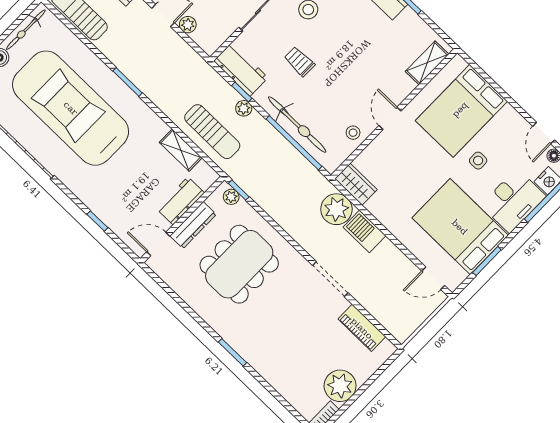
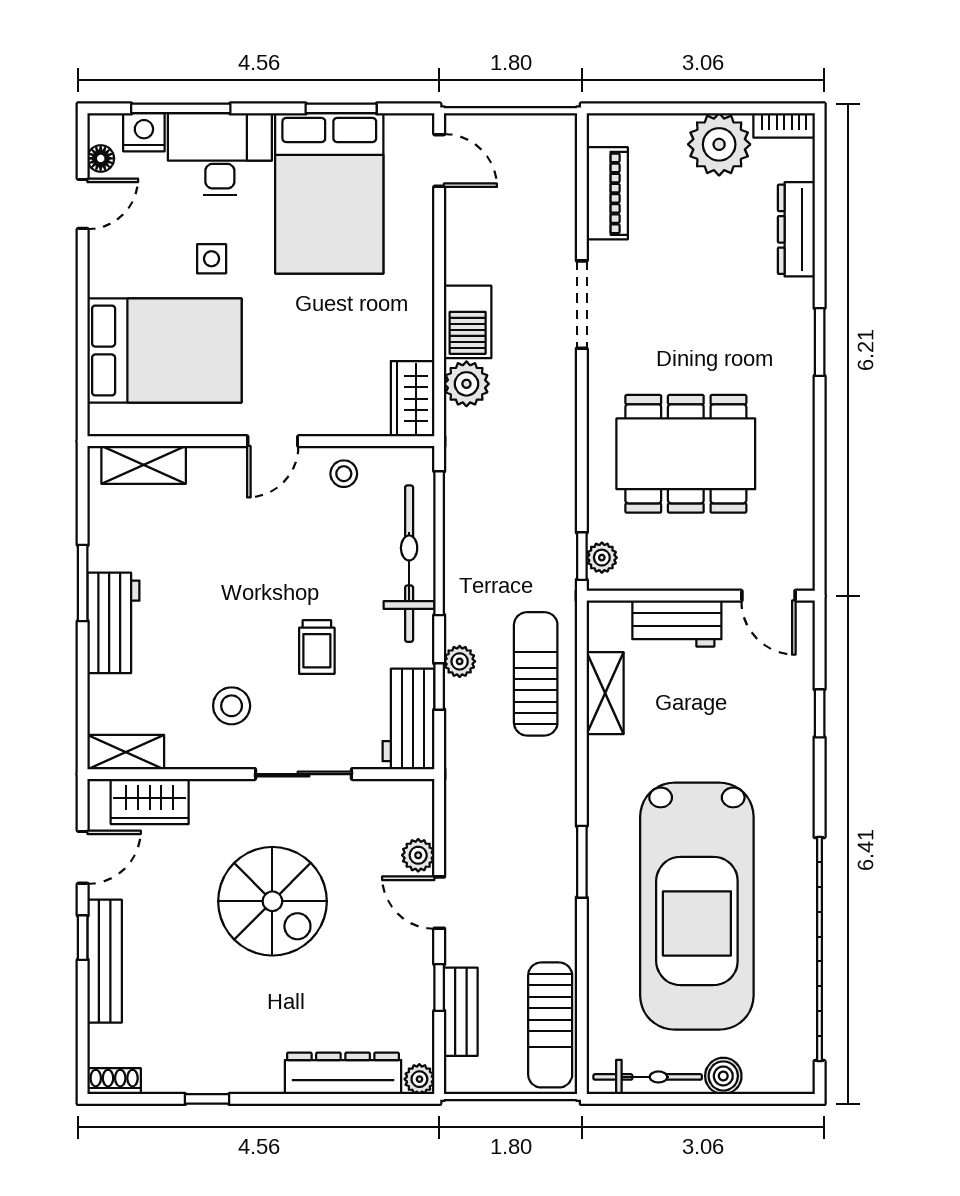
plant: (336, 209) -> (466, 384), width x0.73, depth x0.73
dresser: (193, 225) -> (796, 229), moved, turned -90

